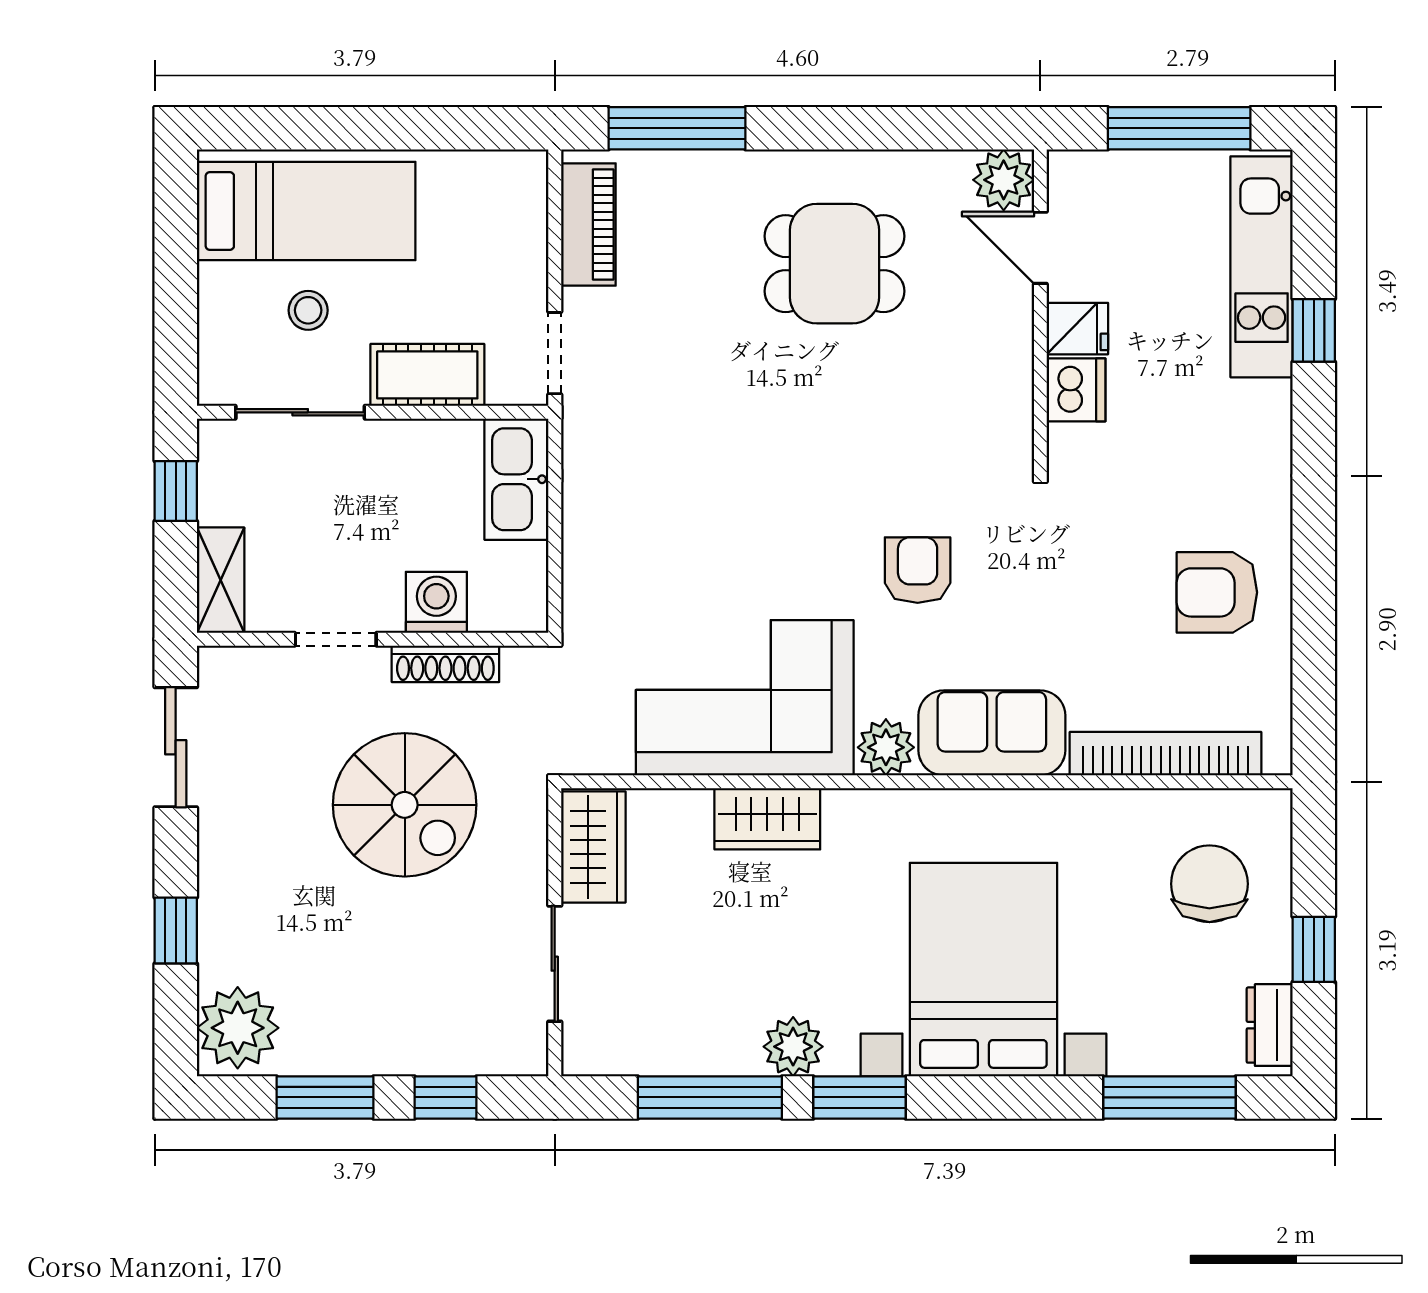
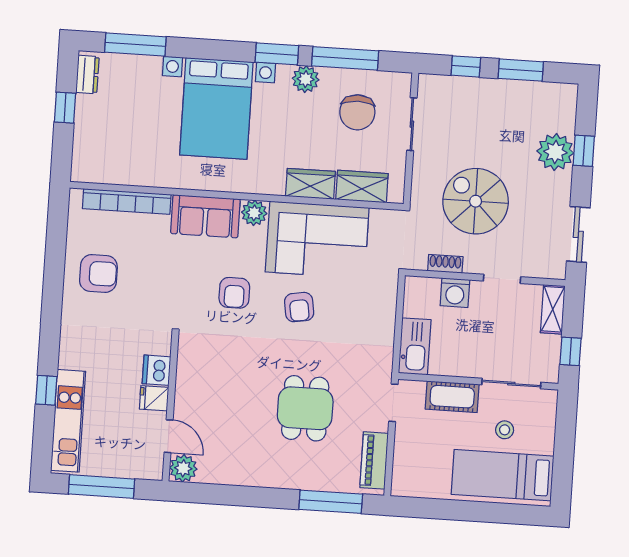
dining table: (835, 264) -> (305, 408), moved, turned 90
armchair: (774, 548) -> (299, 307), added
shoe rack: (445, 664) -> (445, 264), width x0.70
wardrobe: (593, 847) -> (362, 187), moved, turned 90
chair: (1209, 884) -> (357, 112), moved
plant: (238, 1028) -> (555, 152), moved

